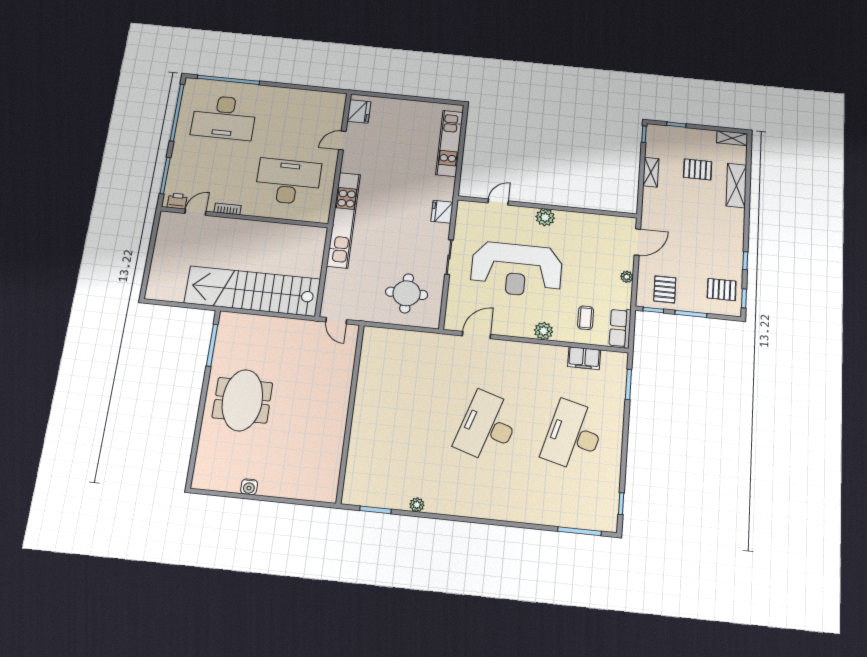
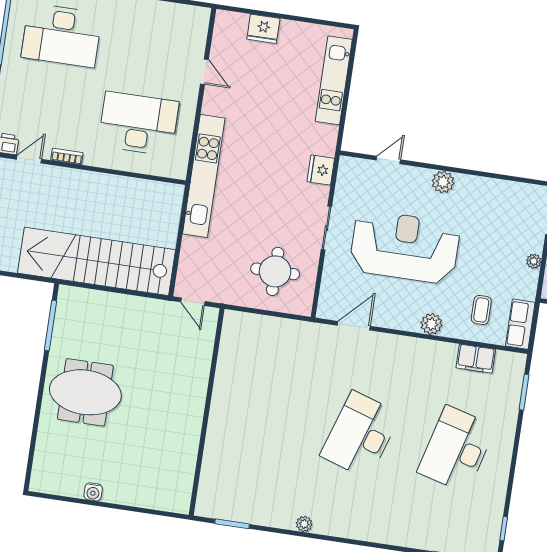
fridge: (359, 111) -> (263, 29), moved, turned 90
door: (342, 140) -> (204, 72), swing flipped
reception desk: (516, 269) -> (405, 247), turned 180
meeting table: (242, 400) -> (85, 392), turned 90
plant: (417, 505) -> (304, 524), moved

